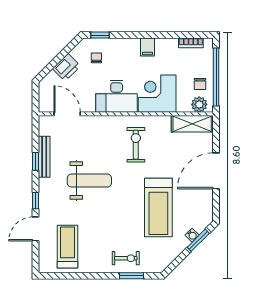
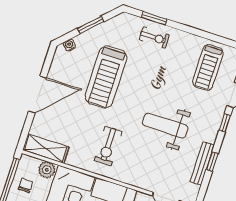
plant: (199, 104) -> (47, 170), moved
treadmill: (158, 208) -> (106, 77), turned 180
water cooler: (192, 235) -> (69, 45), moved
window: (198, 240) -> (91, 25), moved
exercise bike: (126, 258) -> (154, 37), turned 180

